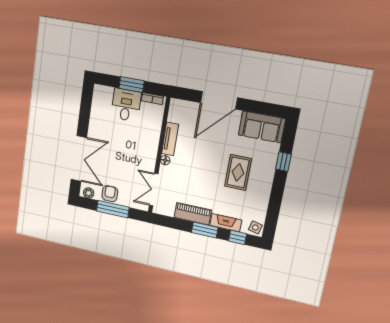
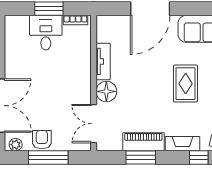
floor lamp: (165, 160) -> (106, 91), width x1.89, depth x1.89
window: (205, 230) -> (141, 157), moved

